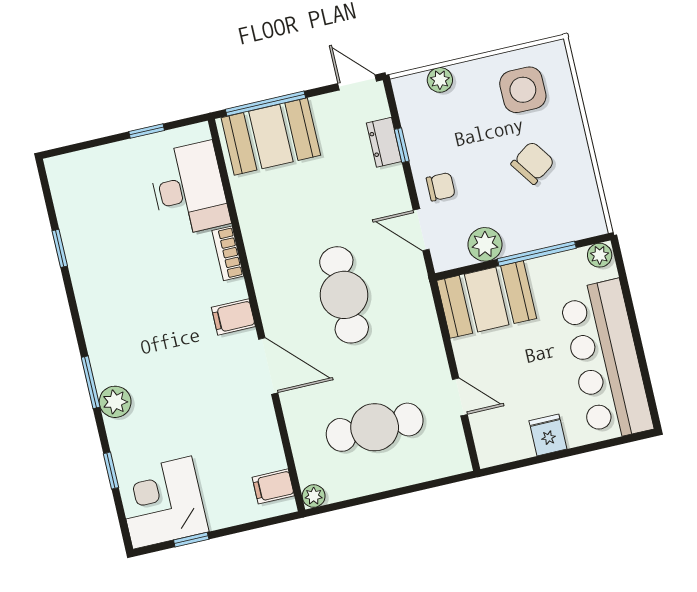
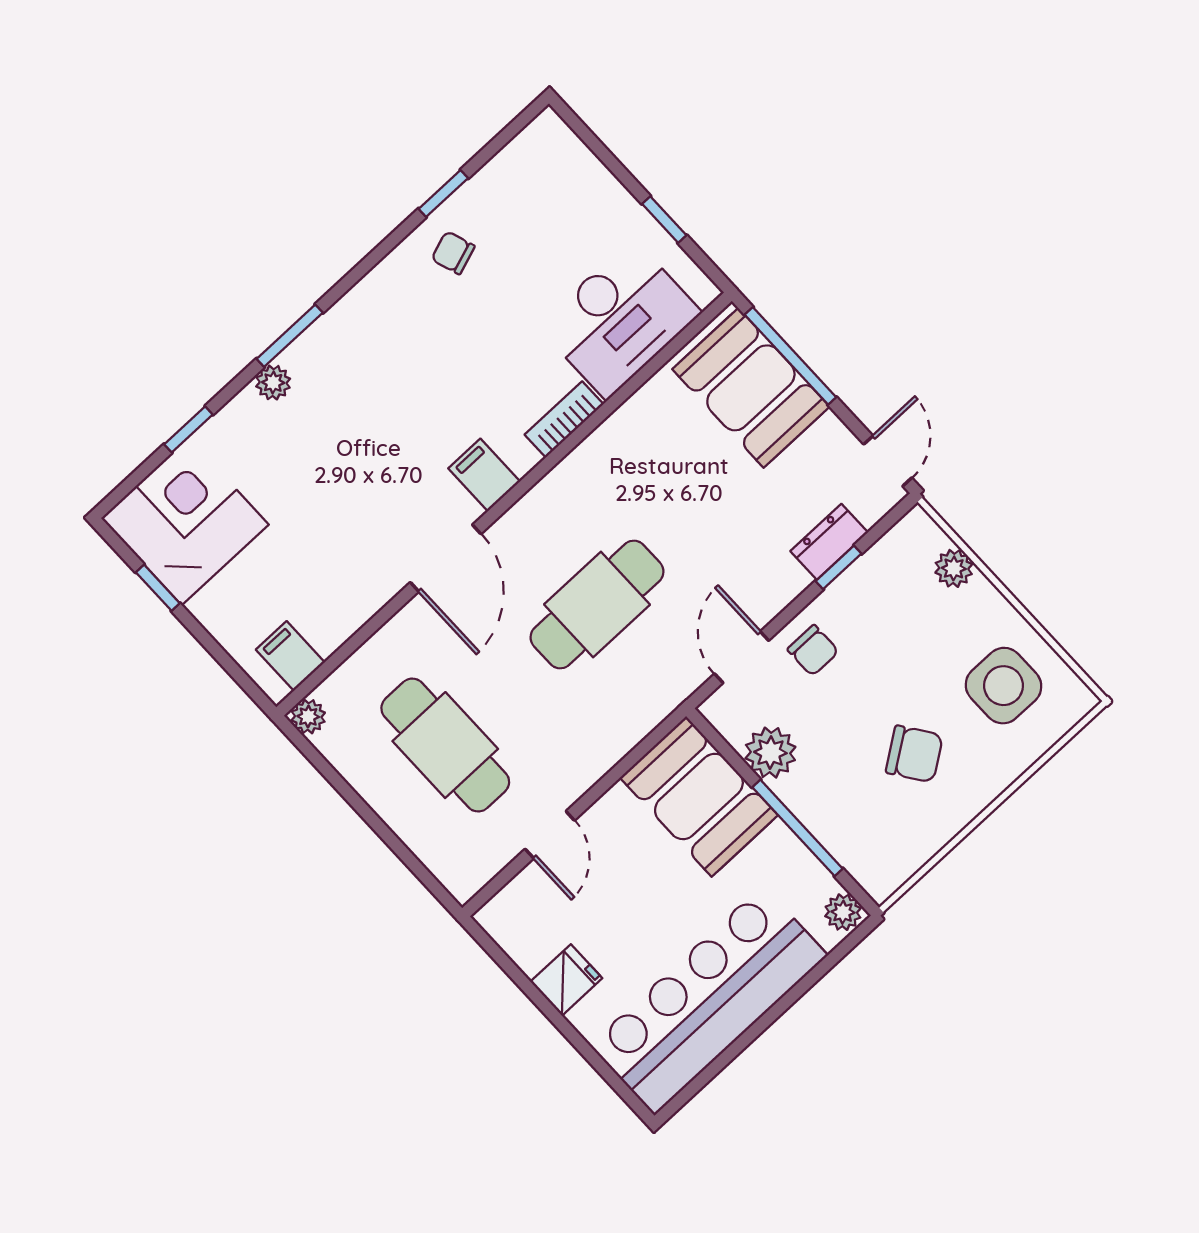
chair: (97, 262) -> (453, 253), added
plant: (115, 402) -> (273, 383), width x0.73, depth x0.73

